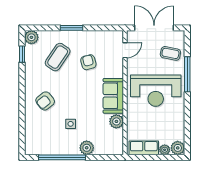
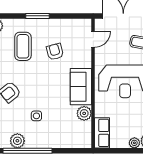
coffee table: (58, 57) -> (23, 46), turned -34
plant: (87, 148) -> (17, 141), moved
row of seats: (144, 148) -> (102, 133), moved, turned 90

